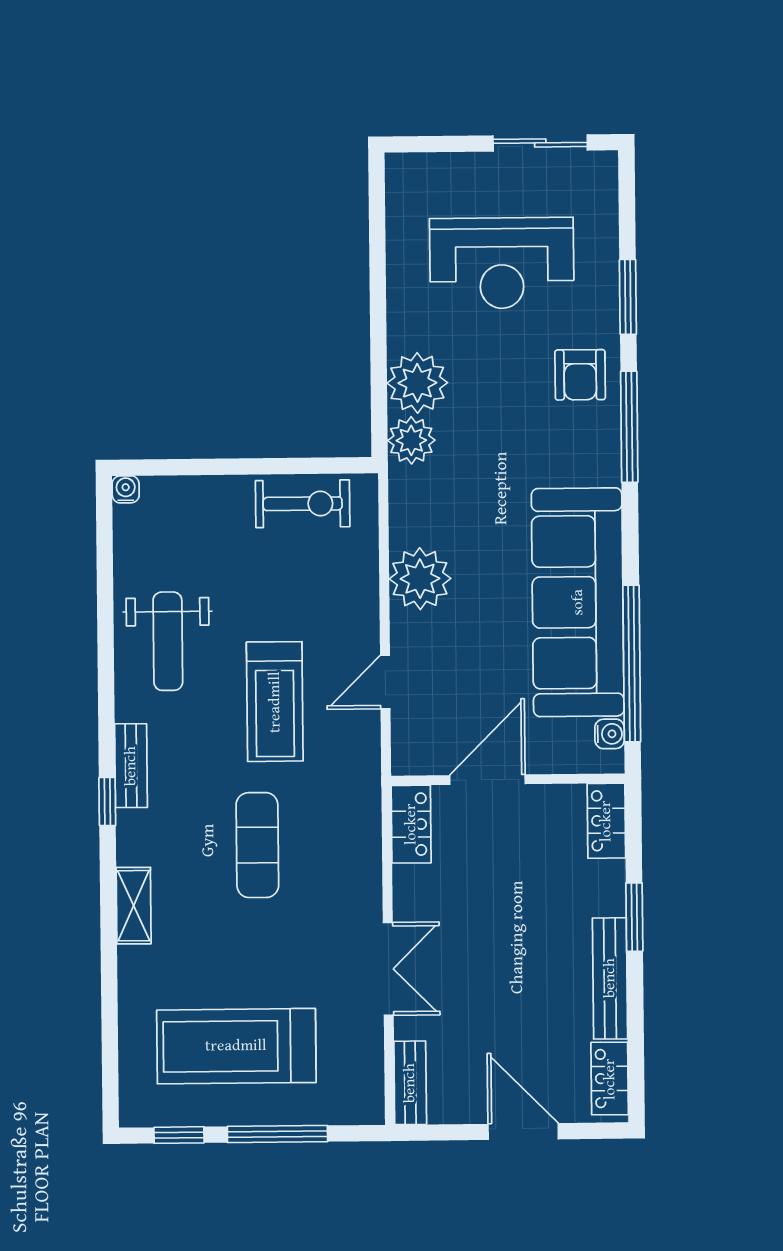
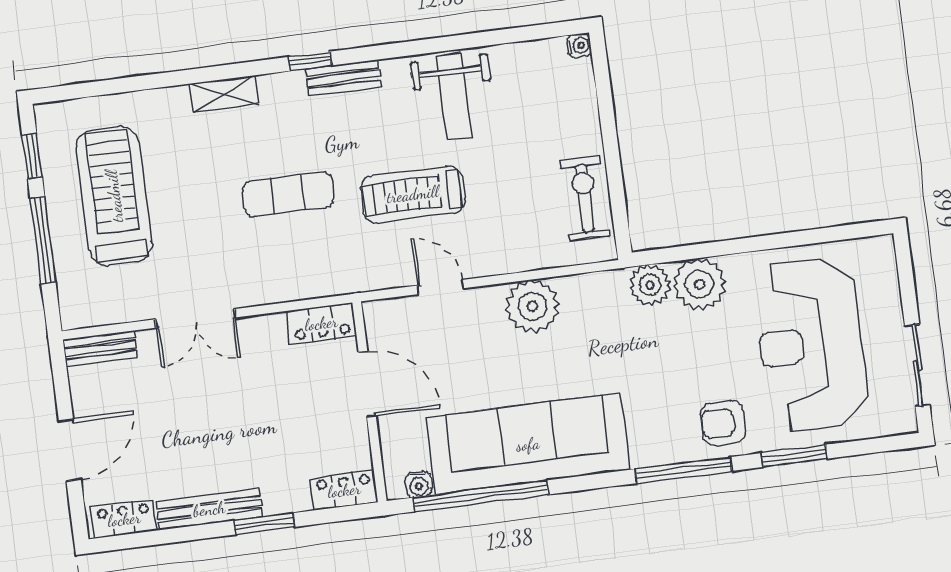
reception desk: (502, 263) -> (811, 345), width x1.36, depth x1.30
exercise bike: (303, 504) -> (585, 198), turned 180
weight bench: (168, 641) -> (454, 97), turned -90

